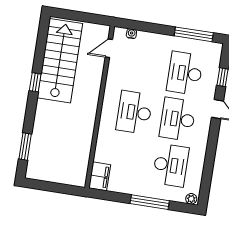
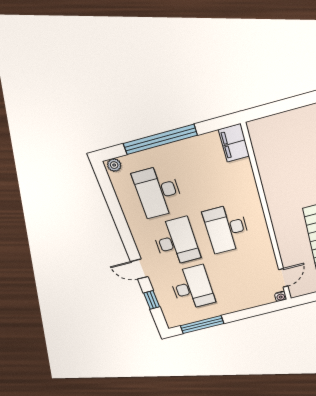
water cooler: (131, 34) -> (281, 296), moved
desk: (134, 112) -> (227, 229), turned 180
window: (150, 202) -> (160, 139), width x1.46

